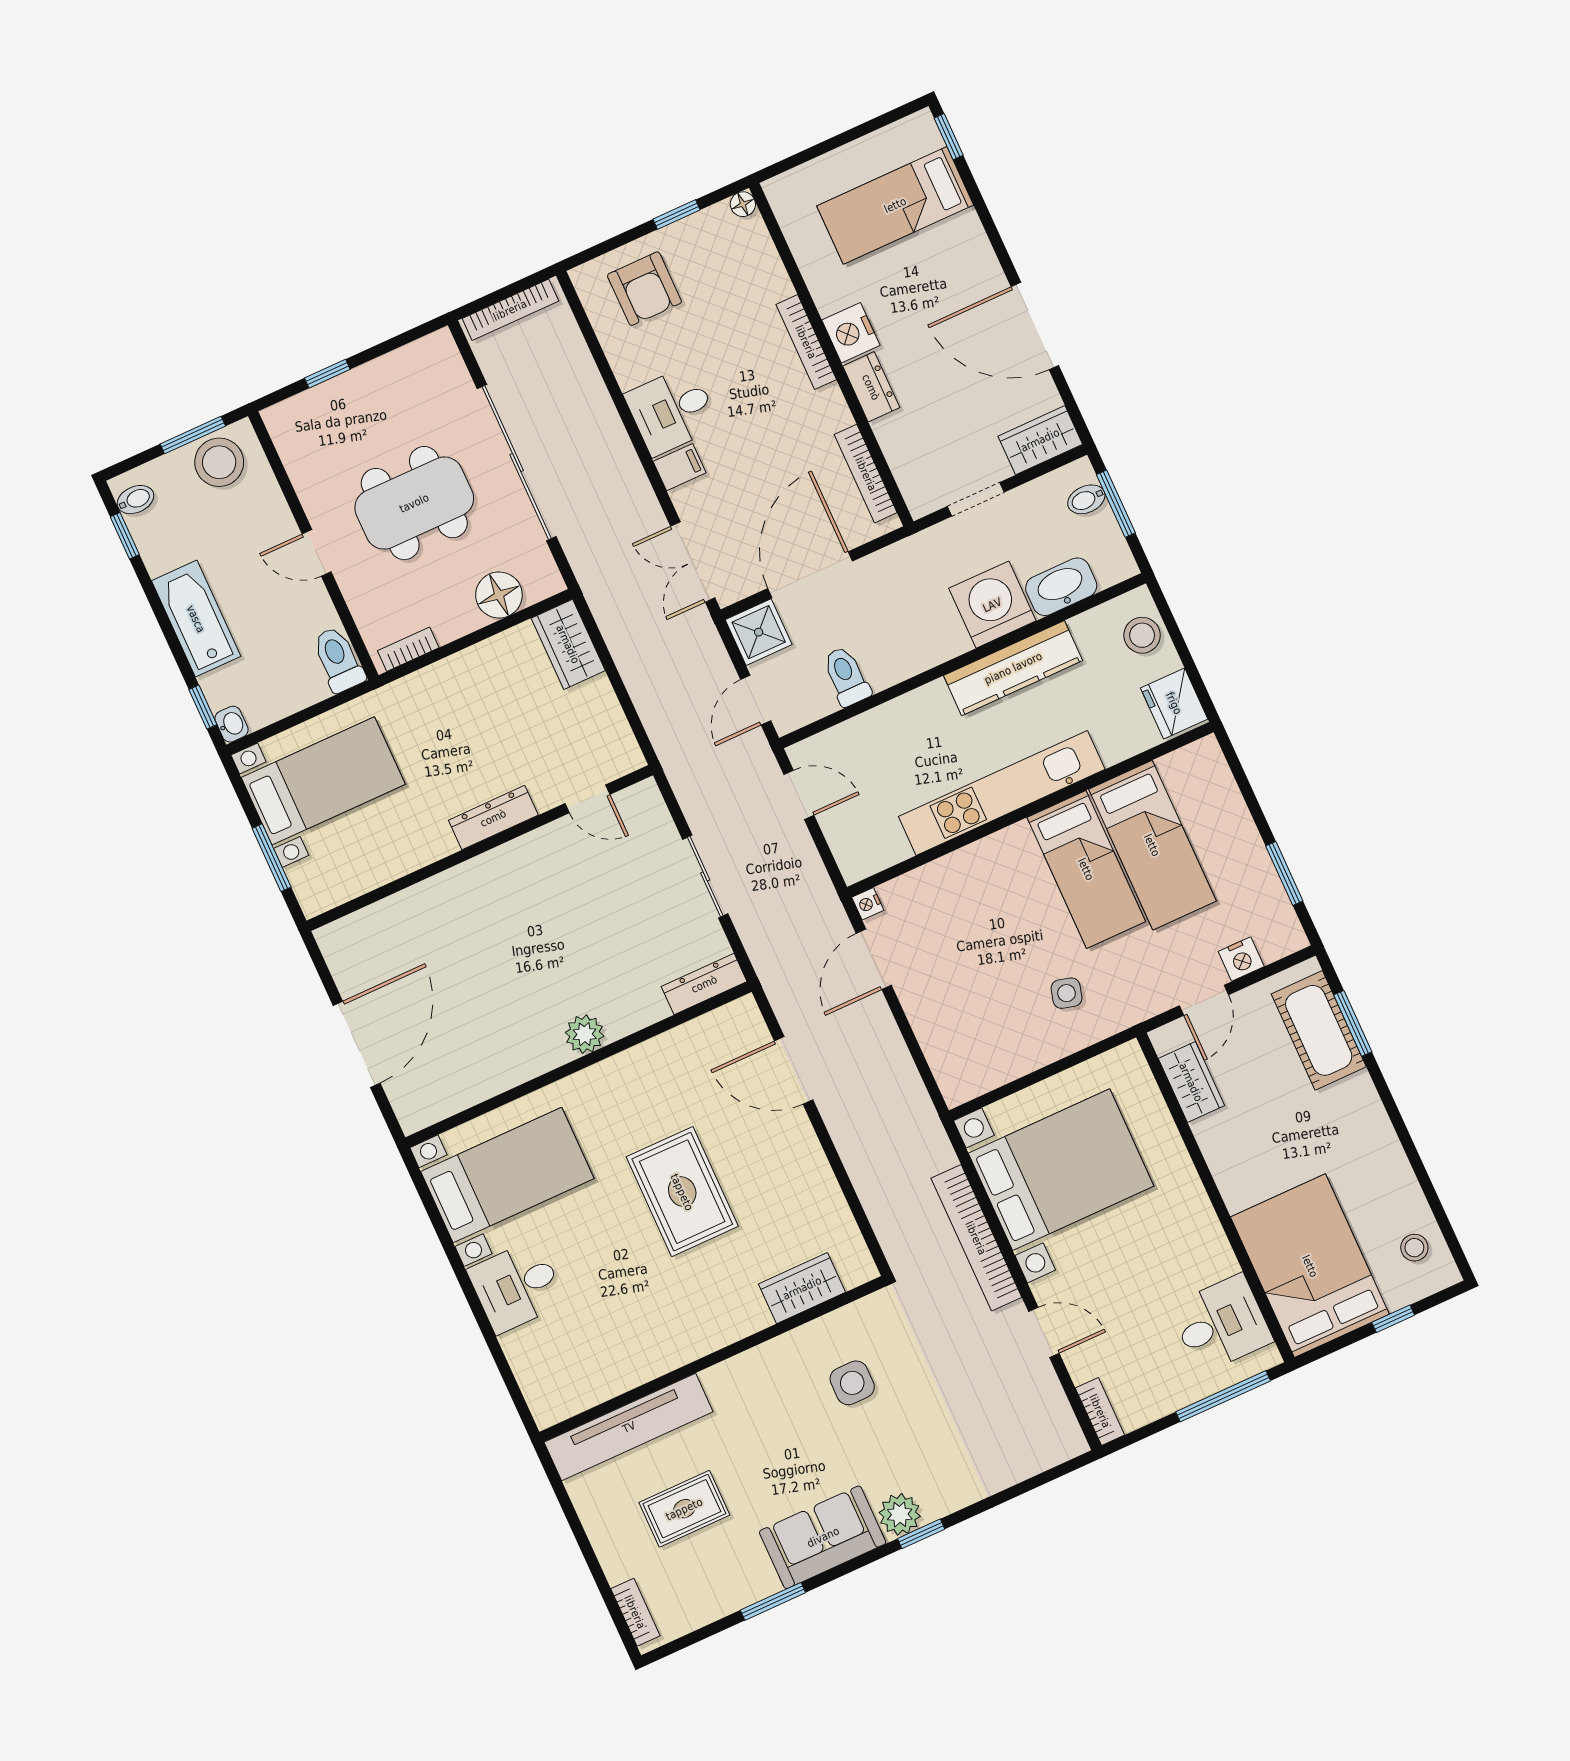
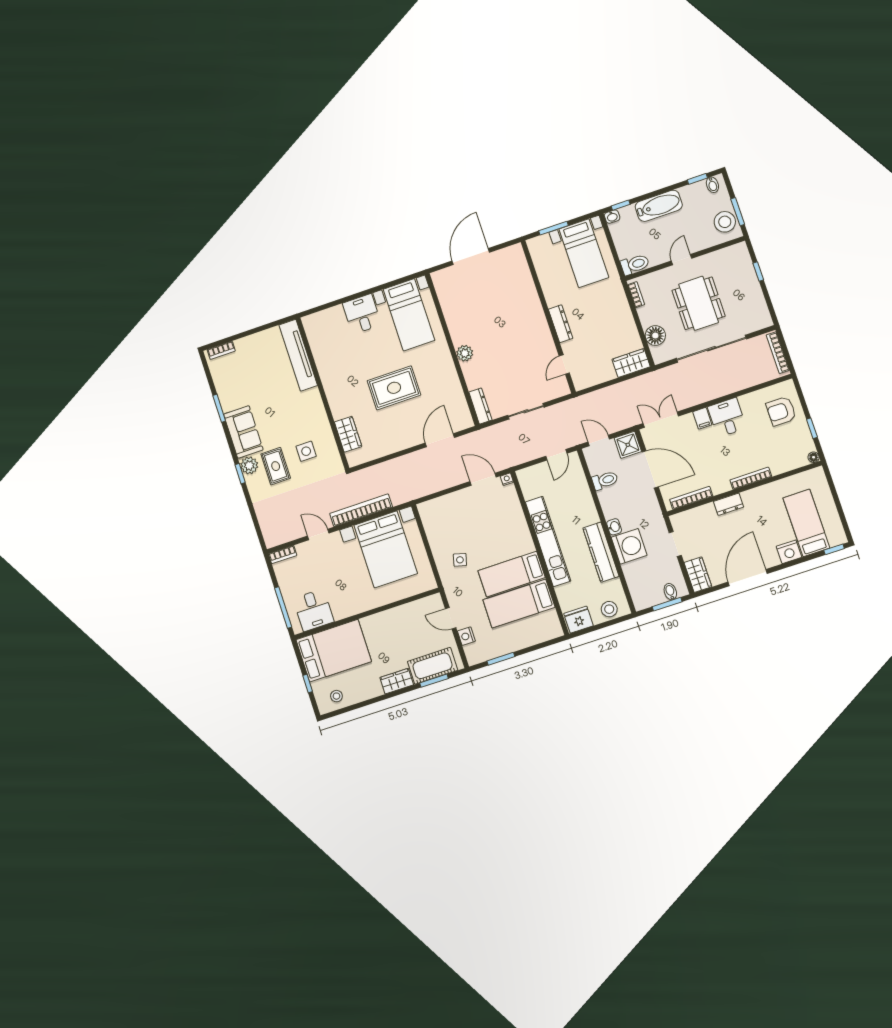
nightstand: (851, 333) -> (789, 552), moved, turned 180
washbasin: (1061, 587) -> (614, 527), moved, width x0.52, depth x0.69
door: (357, 1044) -> (471, 257), swing flipped
wardrobe: (1191, 1082) -> (397, 681), moved, turned 180
door: (1044, 1332) -> (318, 535), swing flipped
rug: (684, 1509) -> (276, 466), moved

